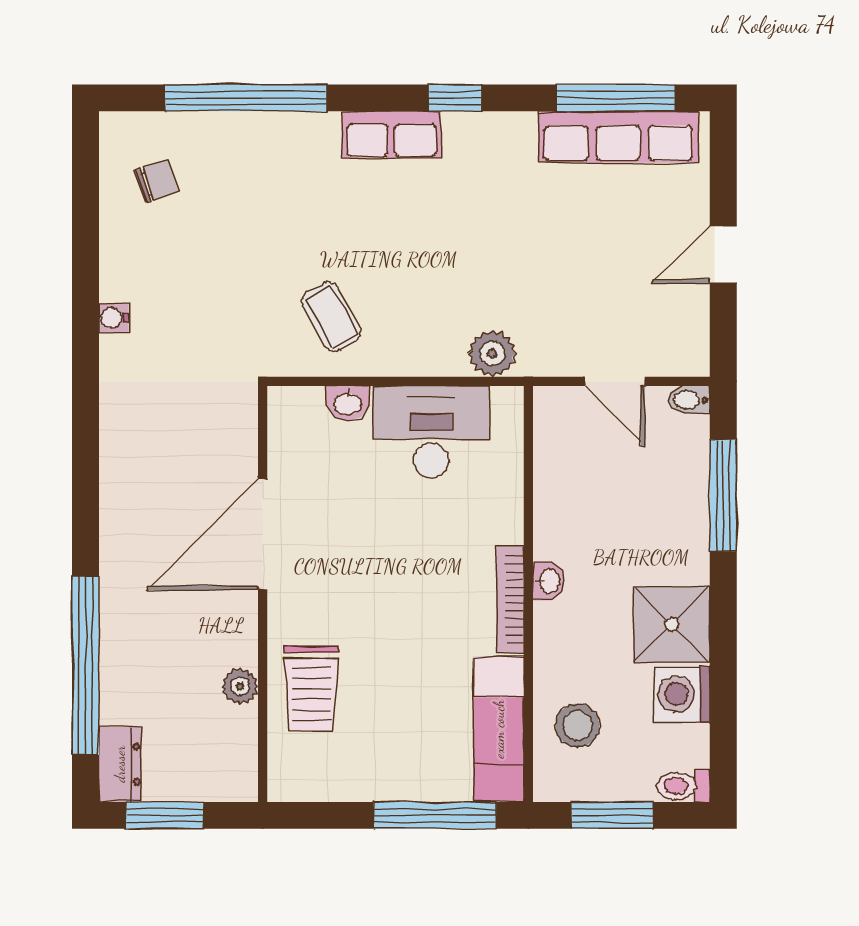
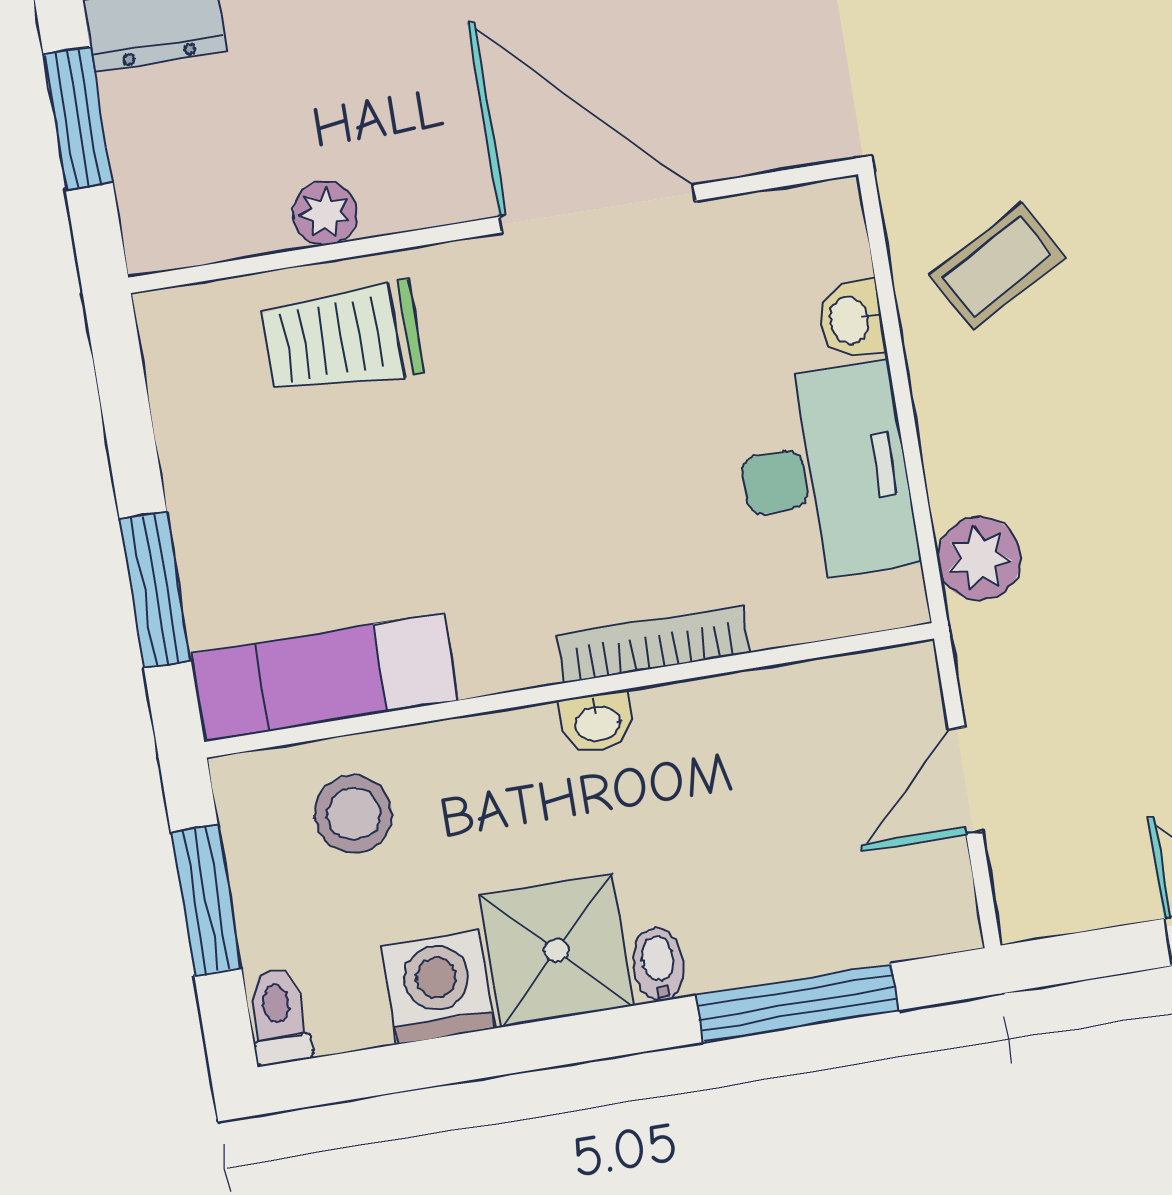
bidet: (689, 400) -> (659, 964), moved
bookcase: (510, 600) -> (653, 644), moved
window: (435, 815) -> (155, 590), width x0.69

